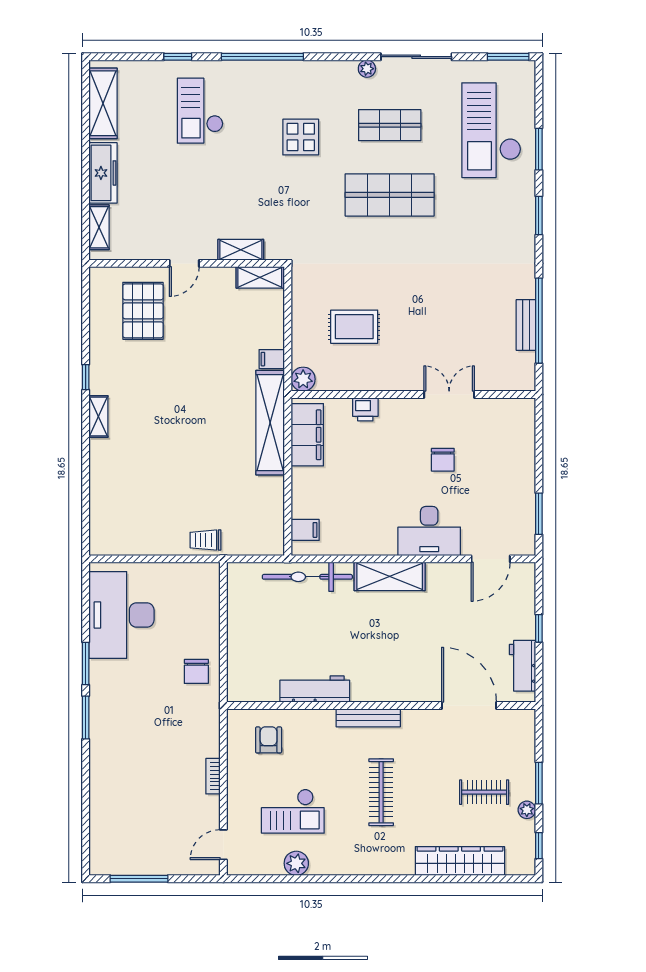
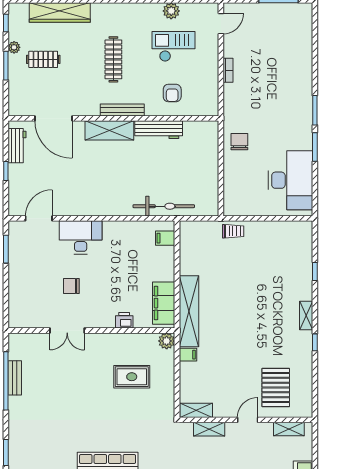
shelving: (99, 227) -> (289, 429), moved, turned 90
chair: (443, 460) -> (71, 286), turned -90
window: (86, 481) -> (315, 272), added
shelving: (390, 576) -> (109, 130), moved
armchair: (269, 740) -> (172, 93), moved

